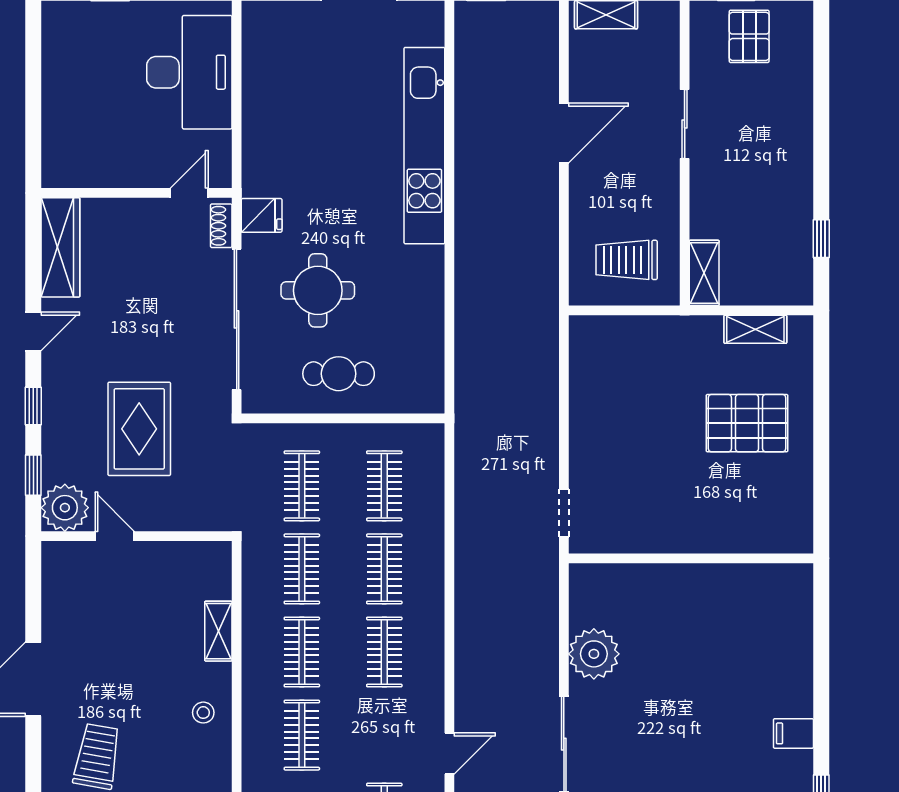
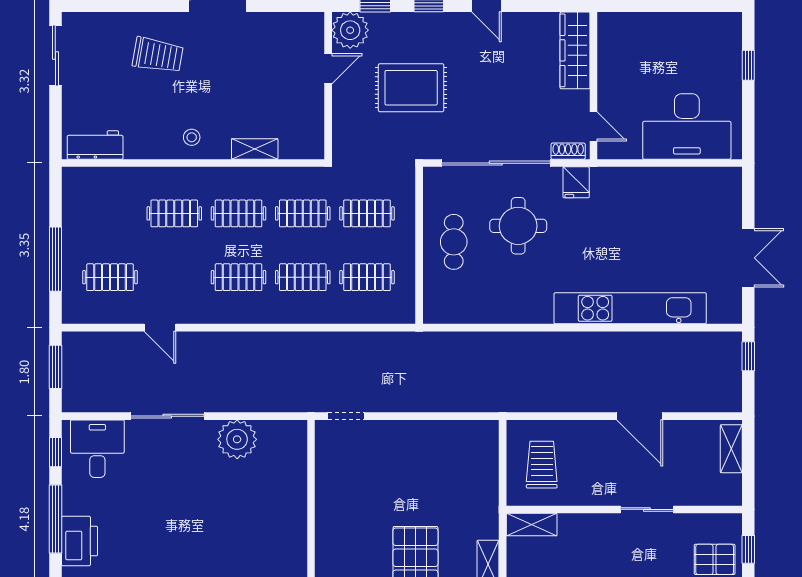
wardrobe: (60, 247) -> (575, 50), moved, turned 90

